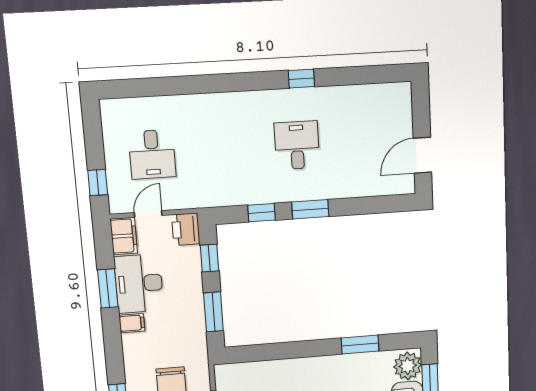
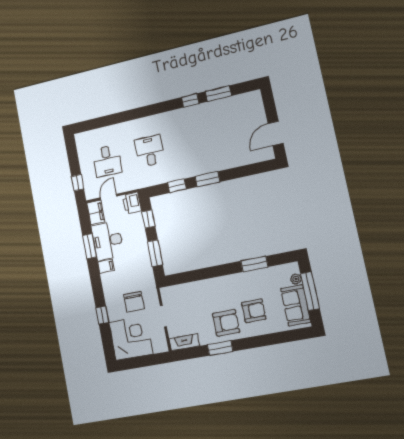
window: (347, 76) -> (218, 94), added
desk: (297, 145) -> (150, 151), moved
plant: (408, 366) -> (296, 279), width x0.53, depth x0.53

